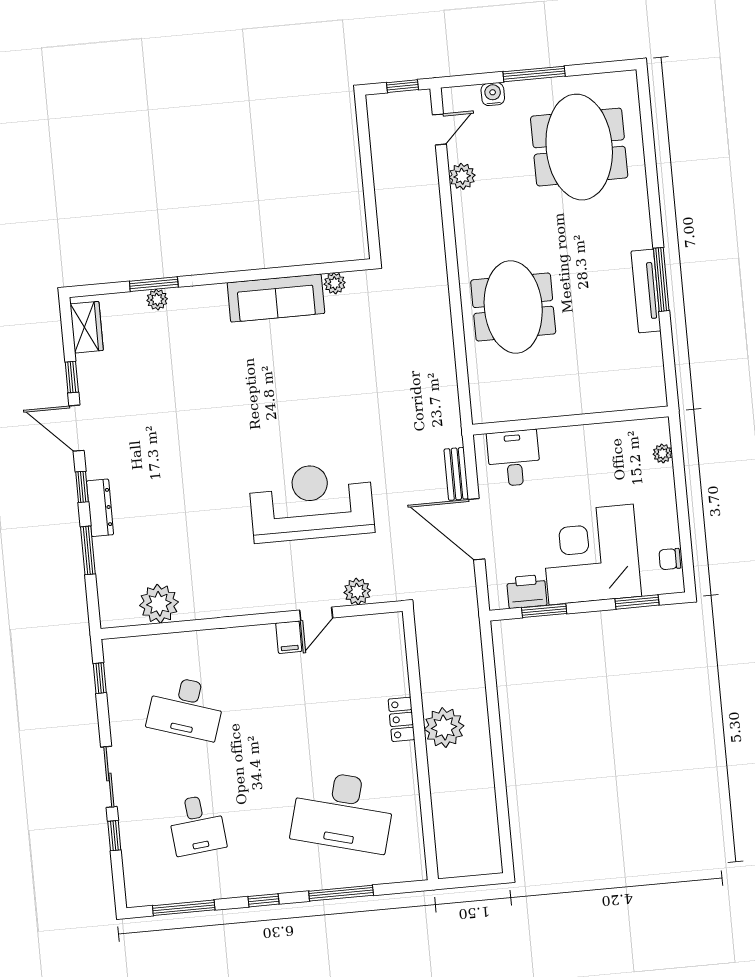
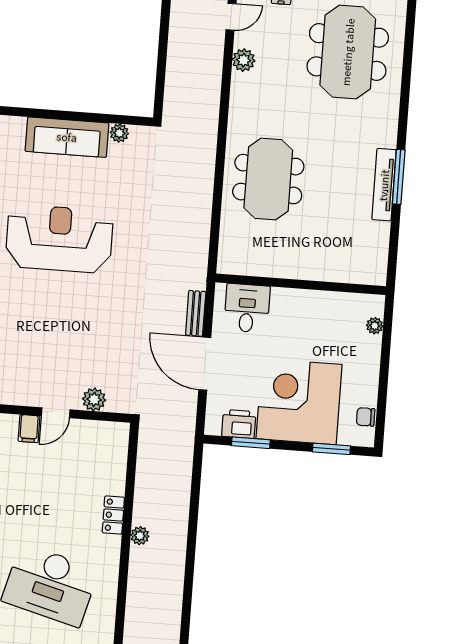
reception desk: (311, 502) -> (59, 239), moved
plant: (444, 728) -> (140, 536), width x0.53, depth x0.53

